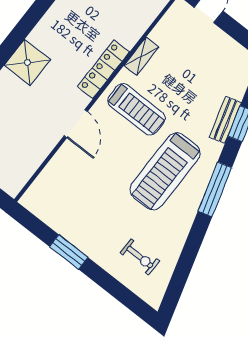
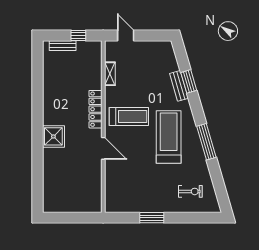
shelving: (141, 56) -> (110, 74), moved
treadmill: (165, 171) -> (169, 137), turned 180
window: (215, 189) -> (206, 142), moved

